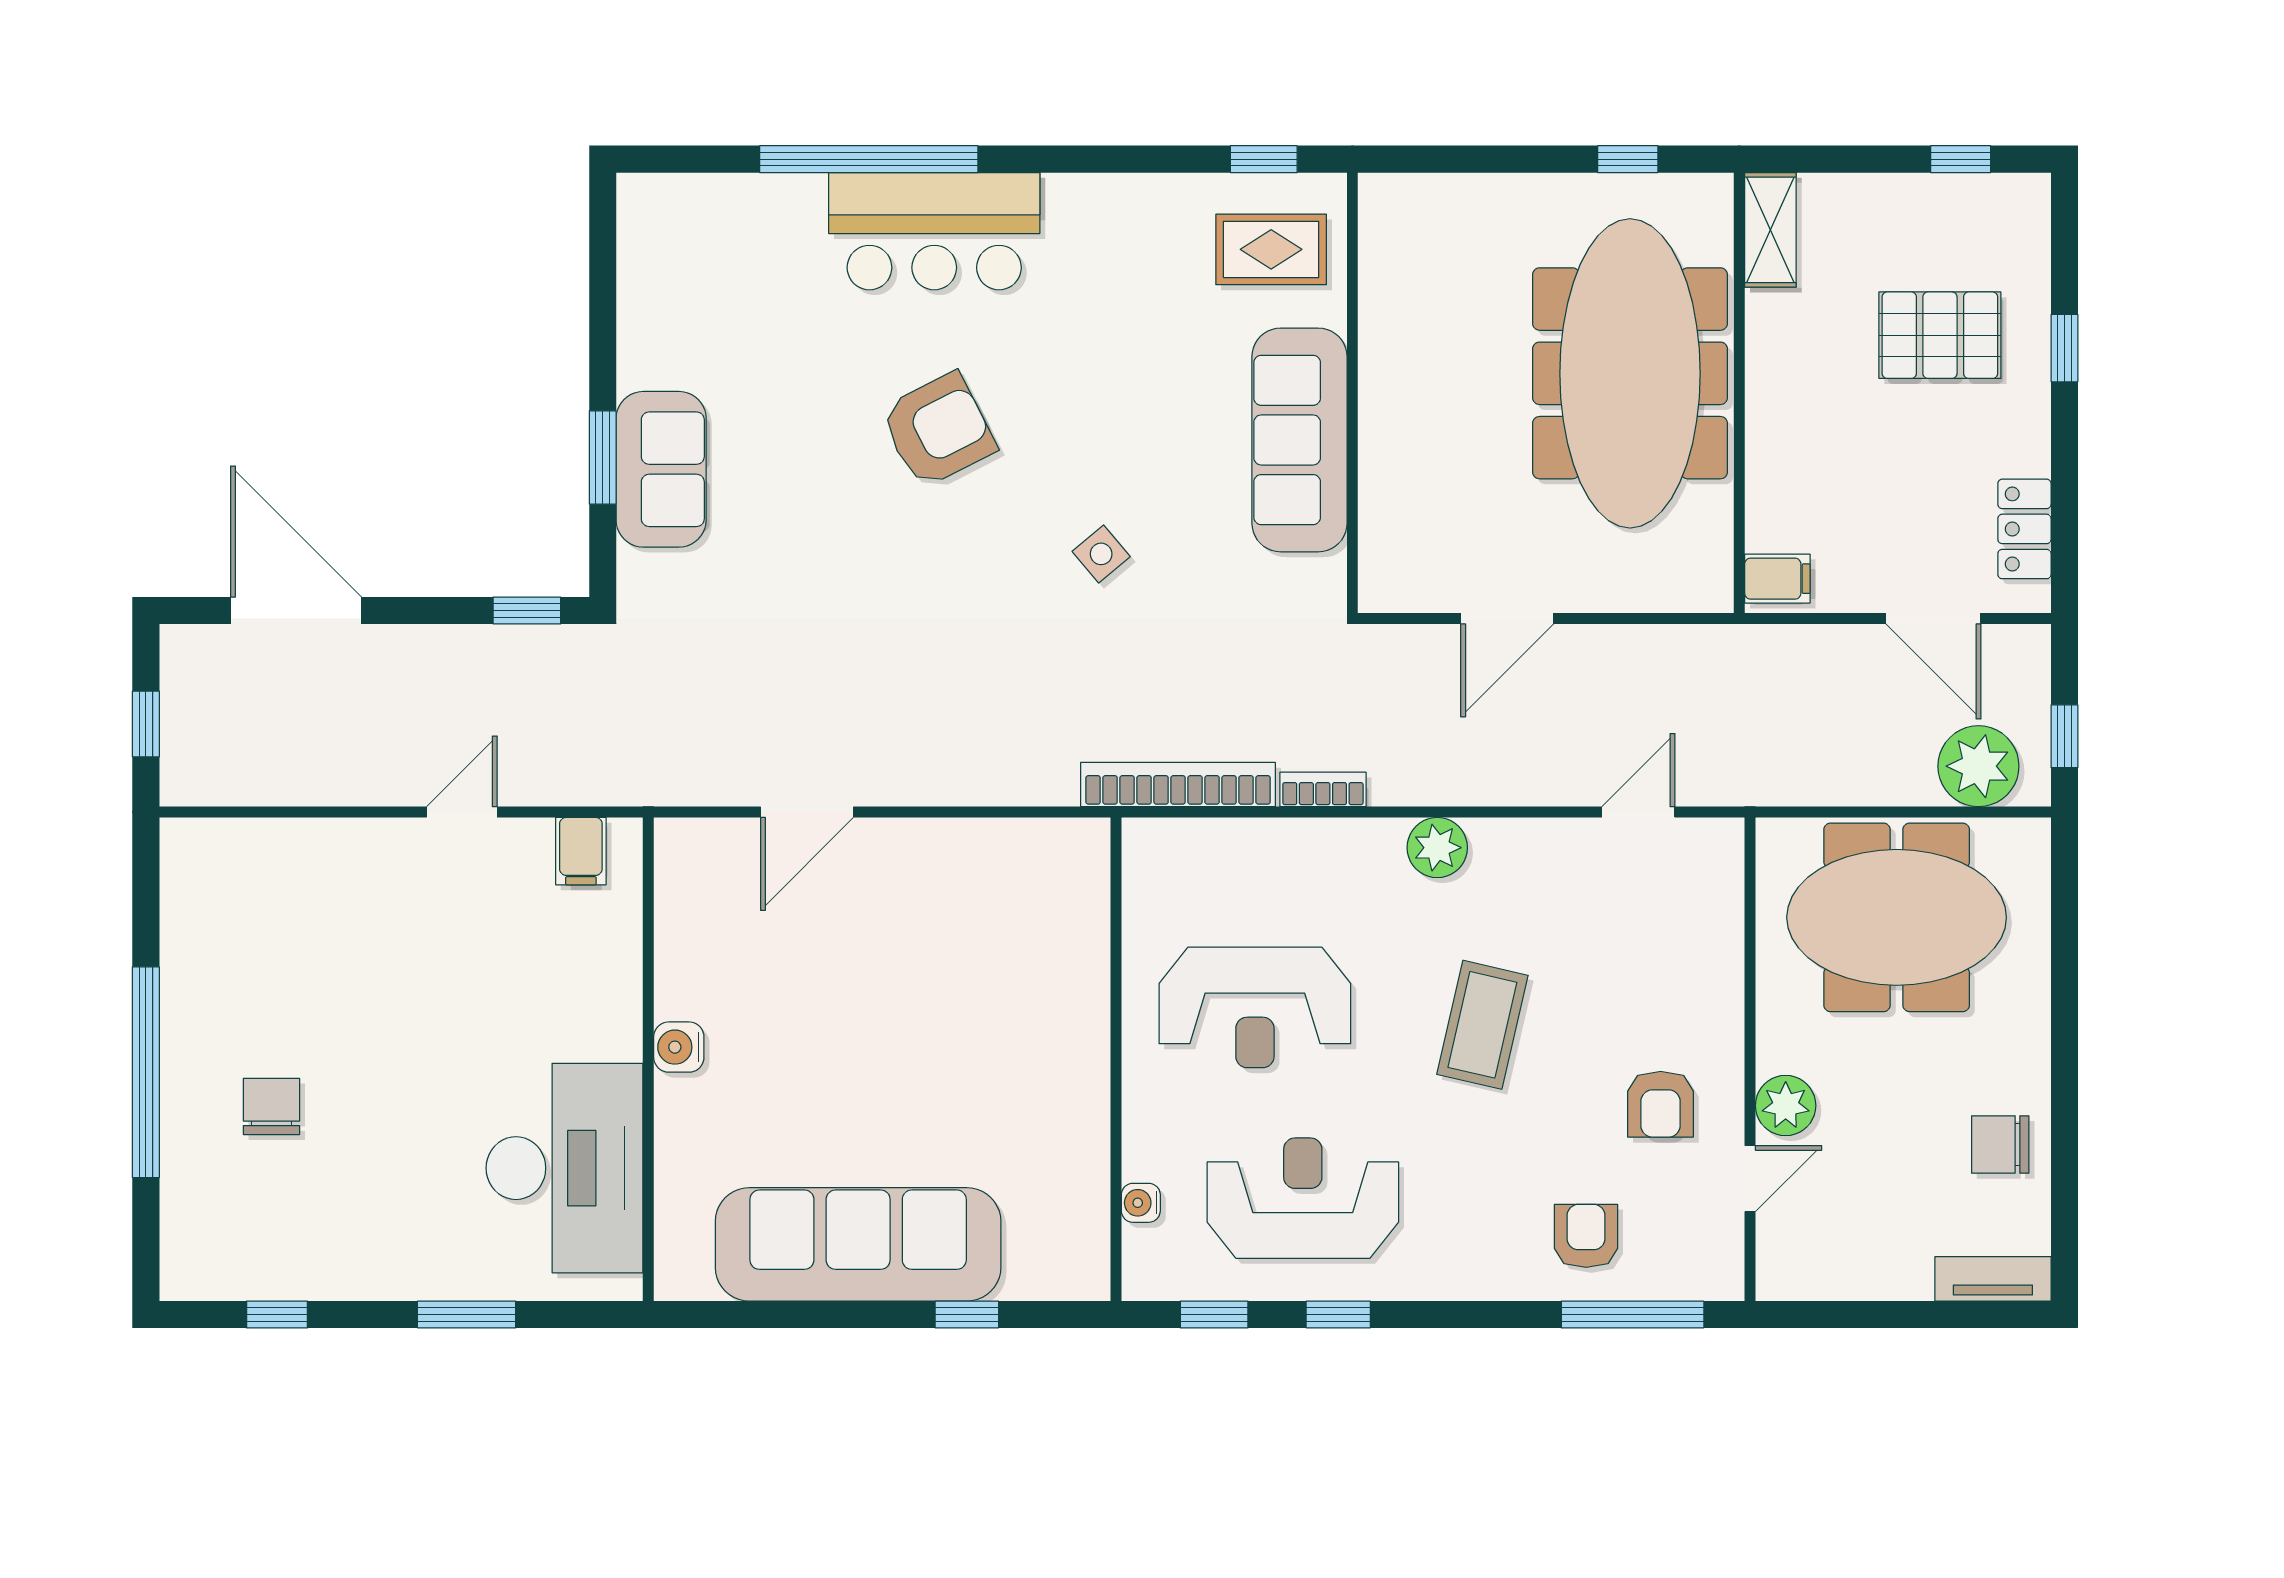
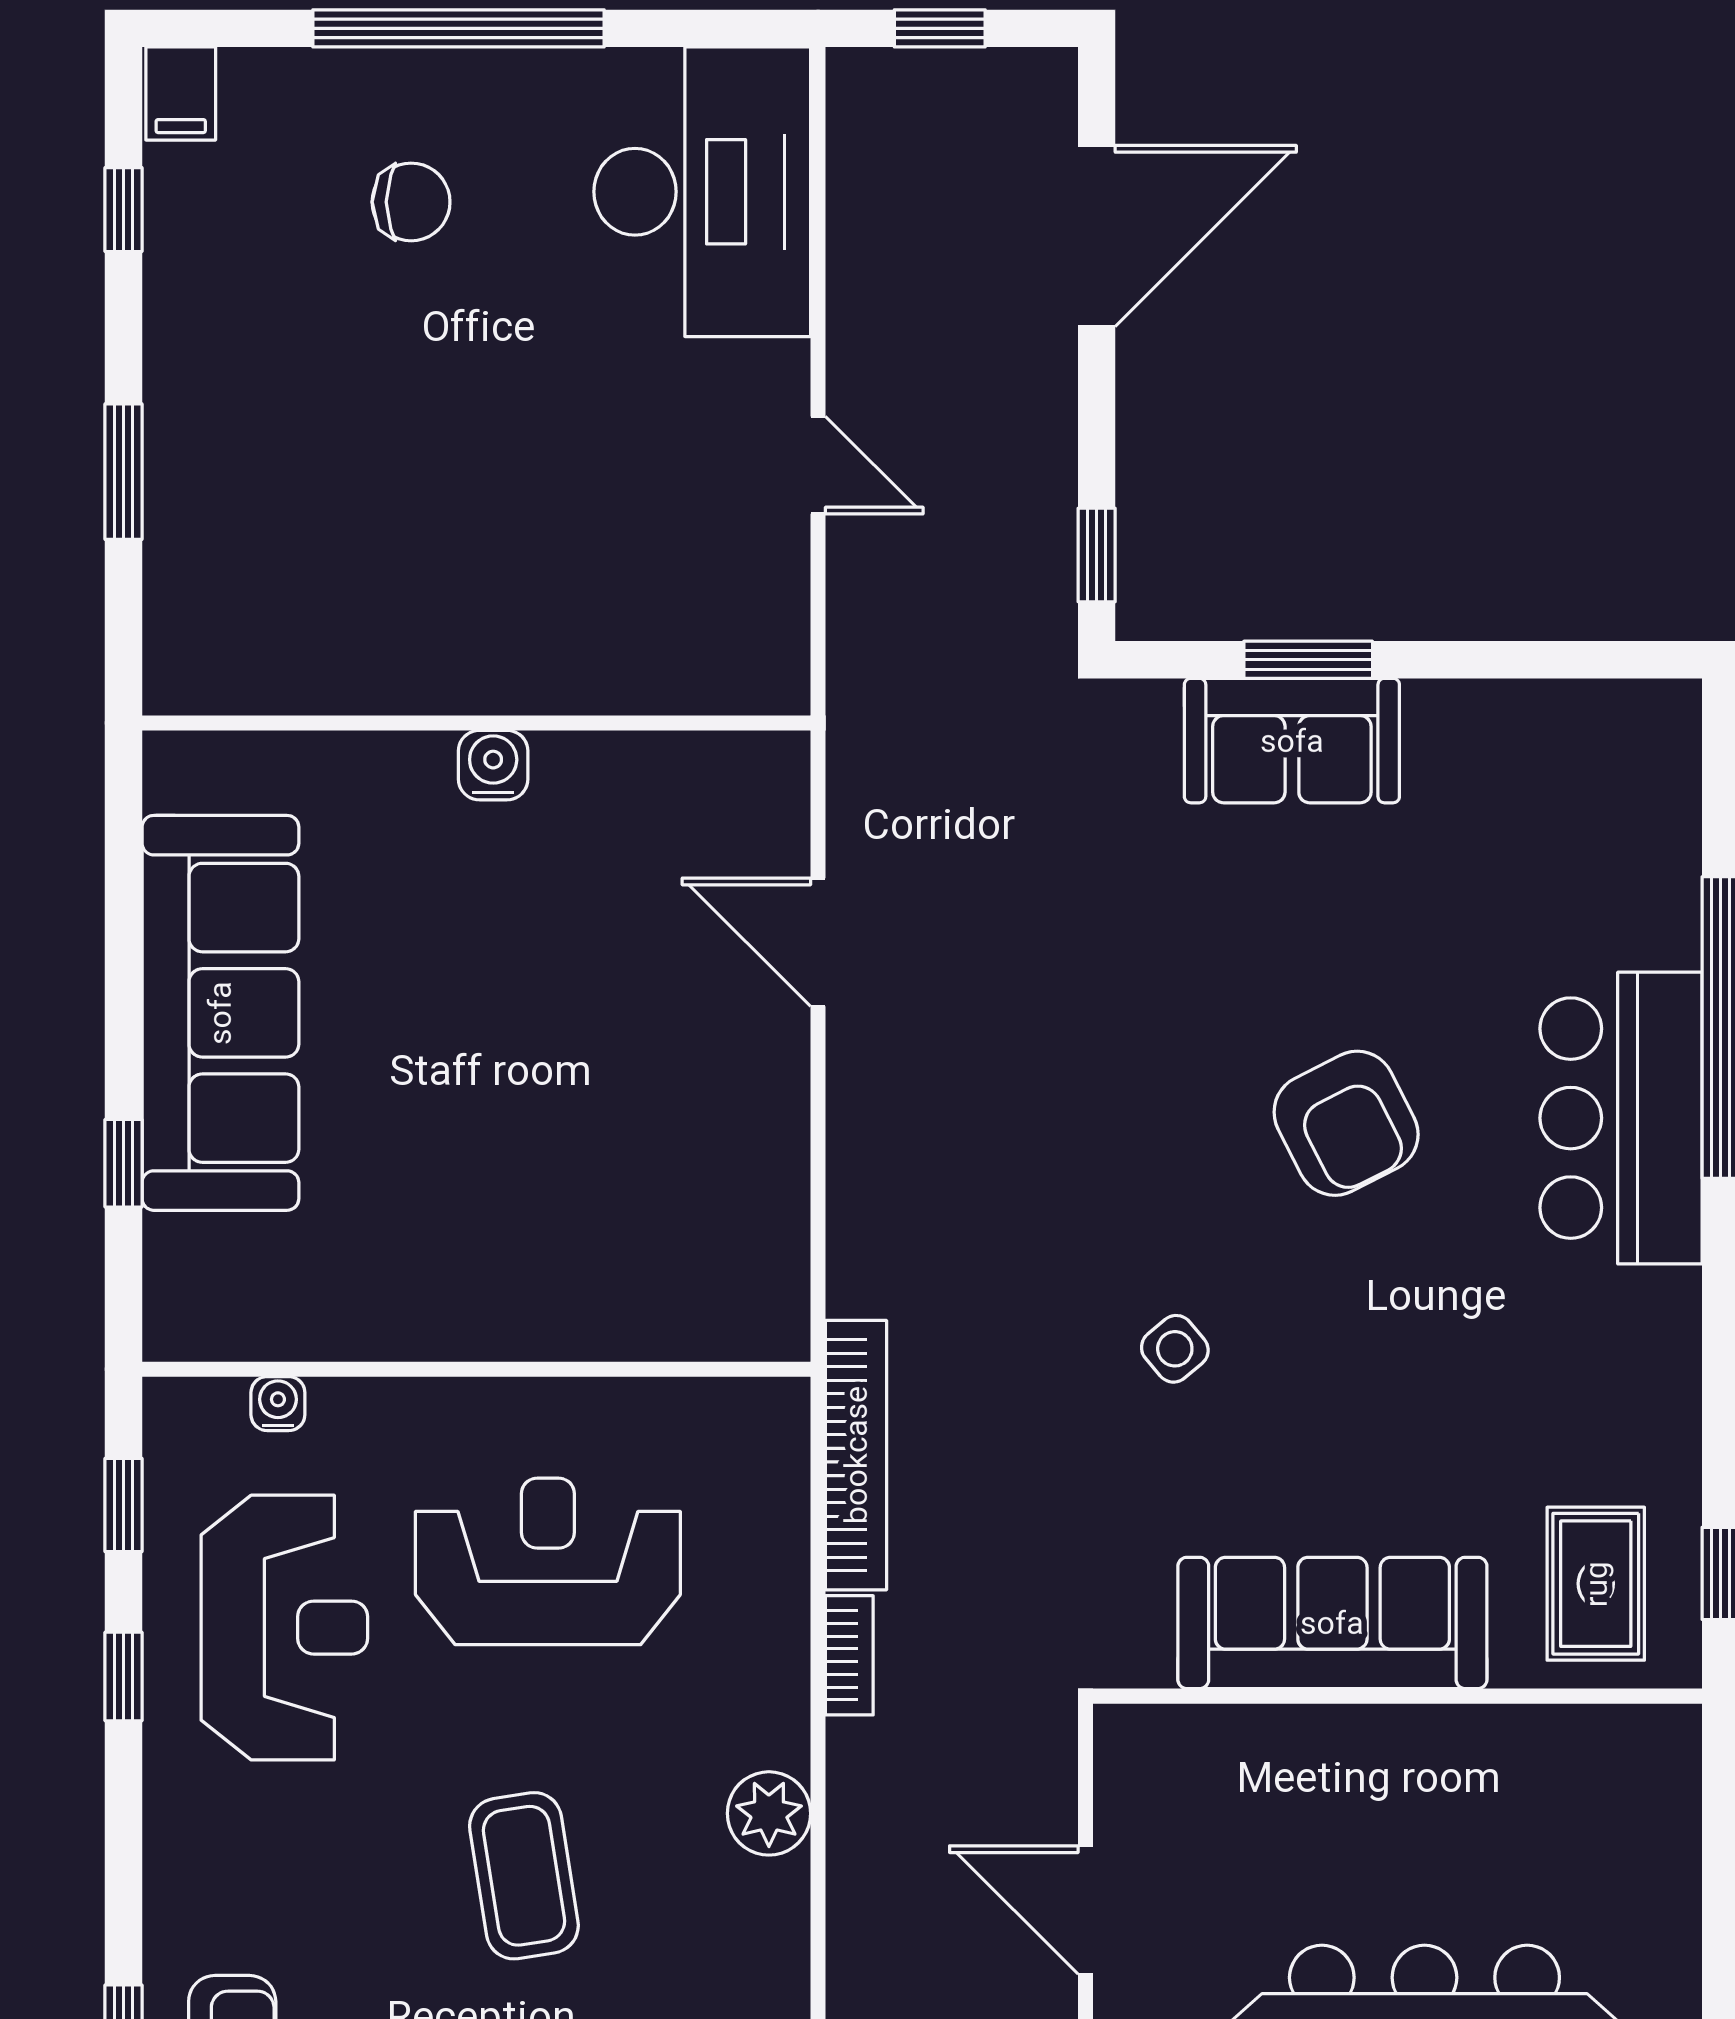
filing cabinet: (581, 851) -> (181, 93), moved, turned -90
reception desk: (1255, 1007) -> (548, 1561), turned 90
coffee table: (1482, 1025) -> (524, 1876), turned 68
desk: (565, 1168) -> (702, 192), moved, turned -90

